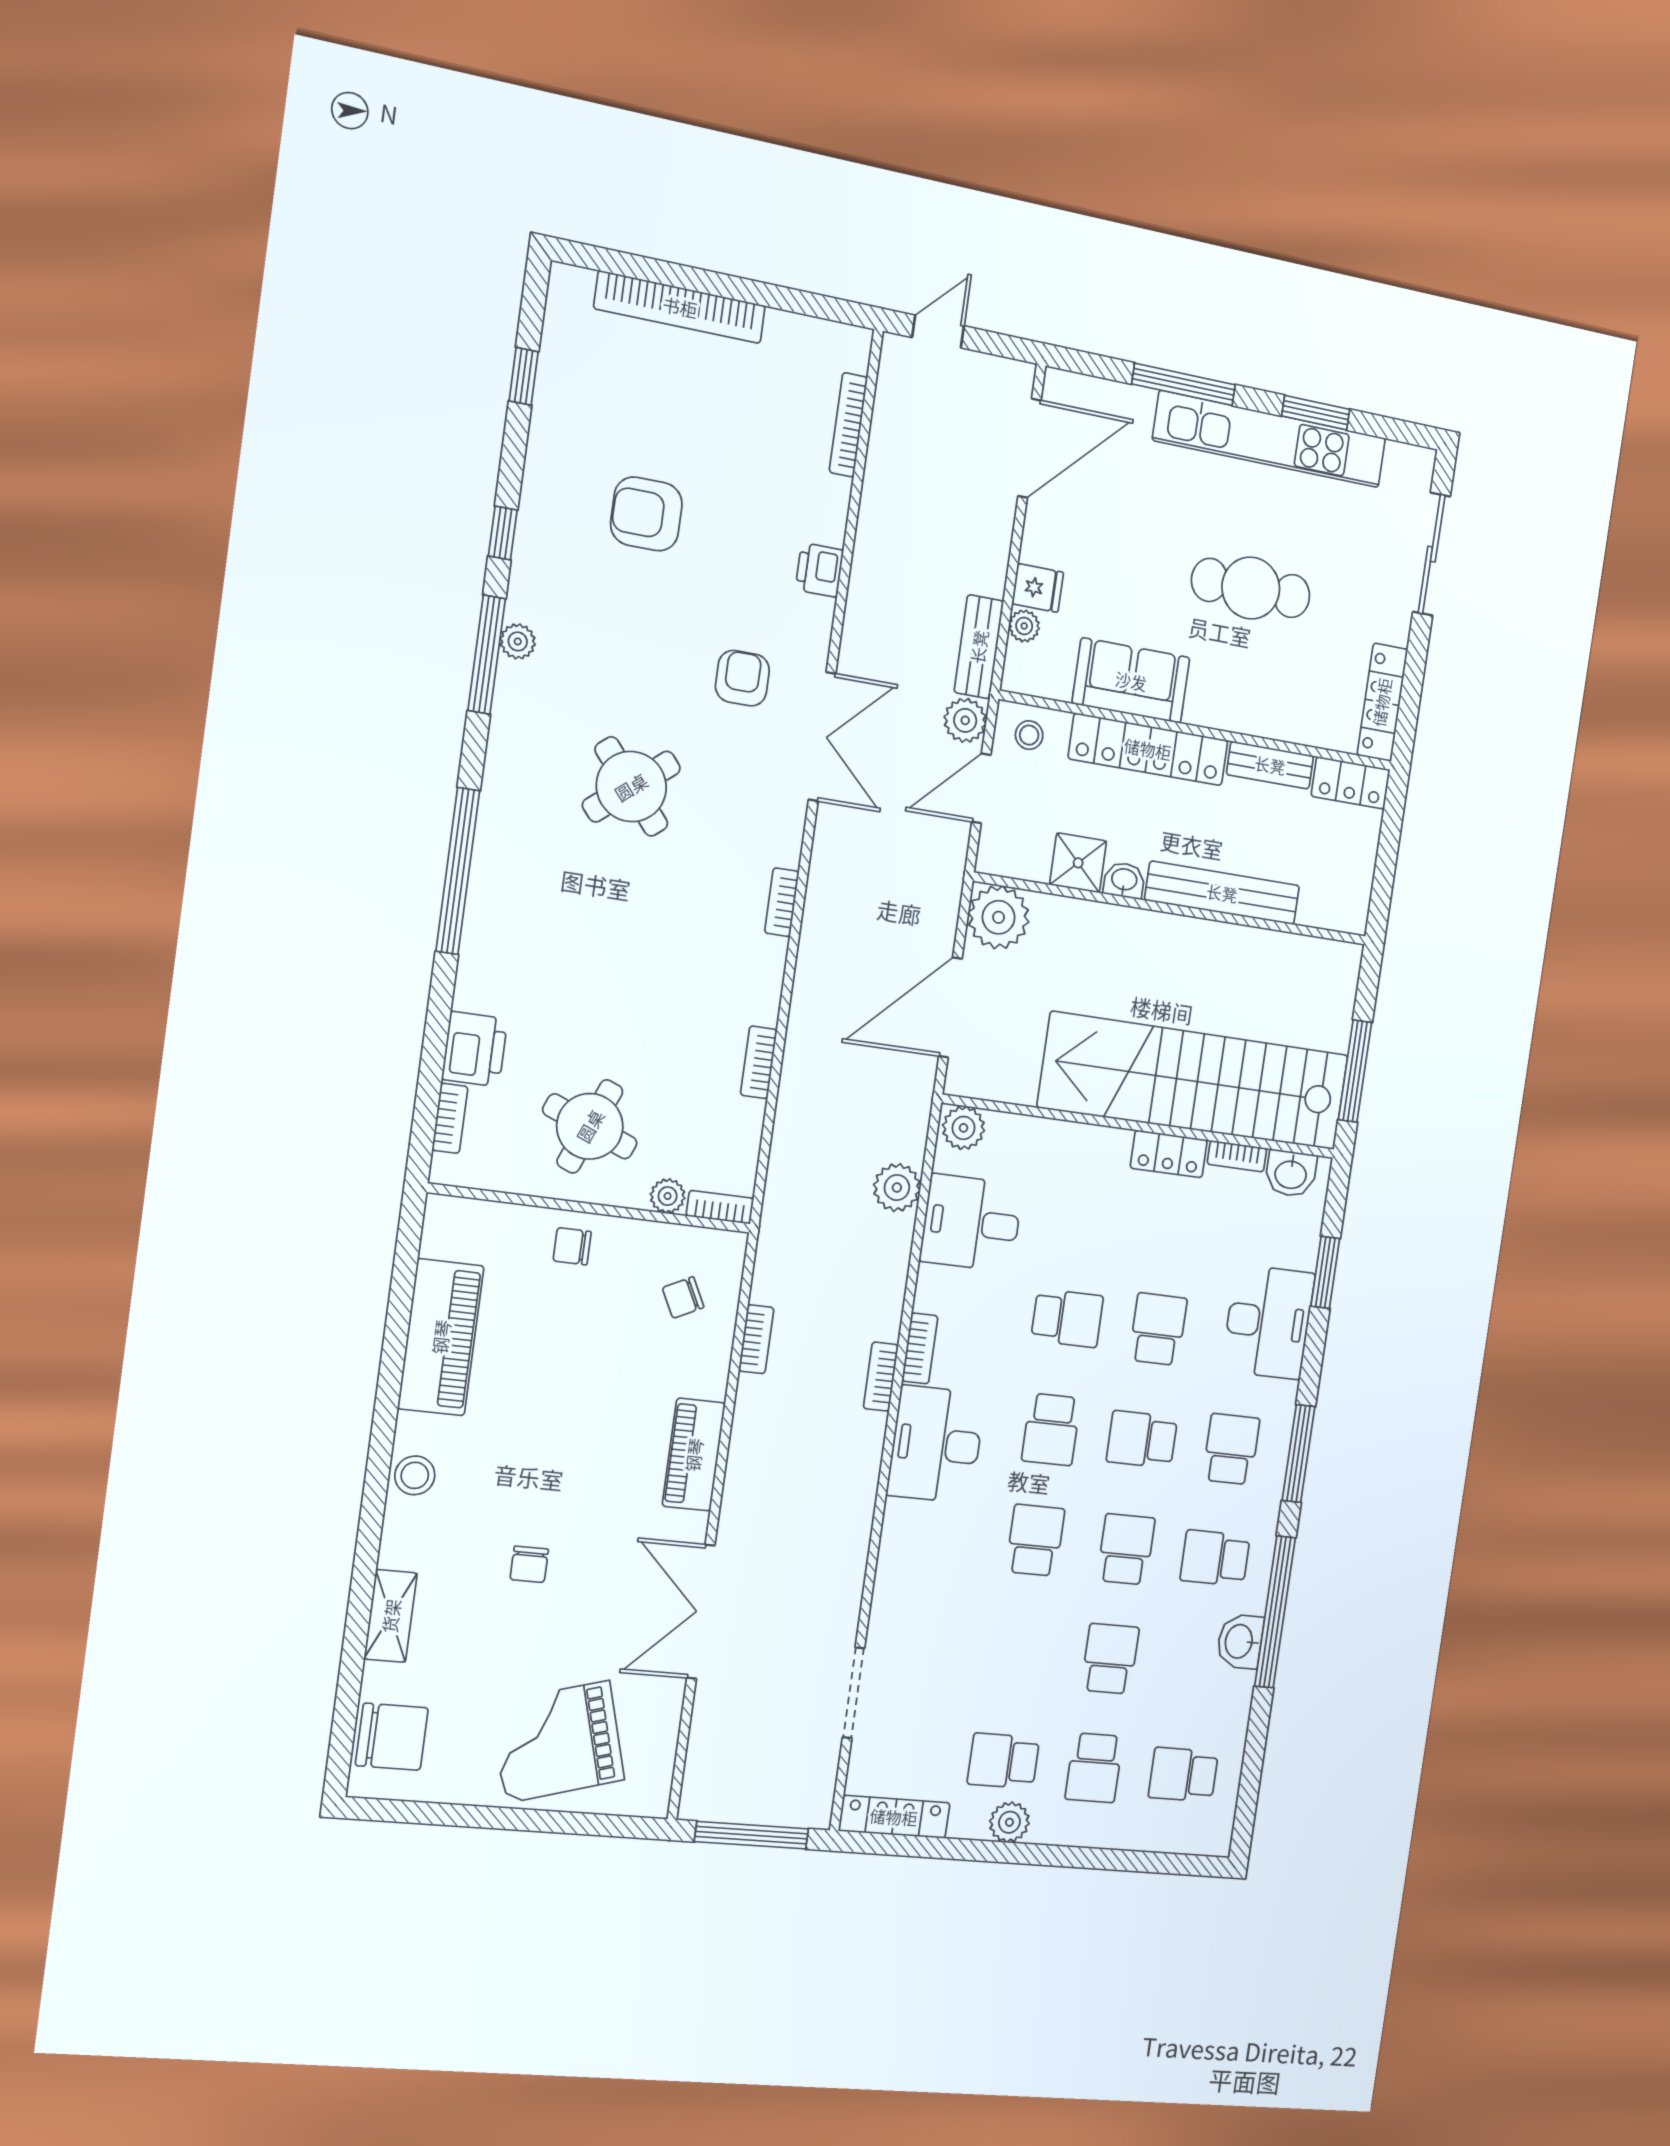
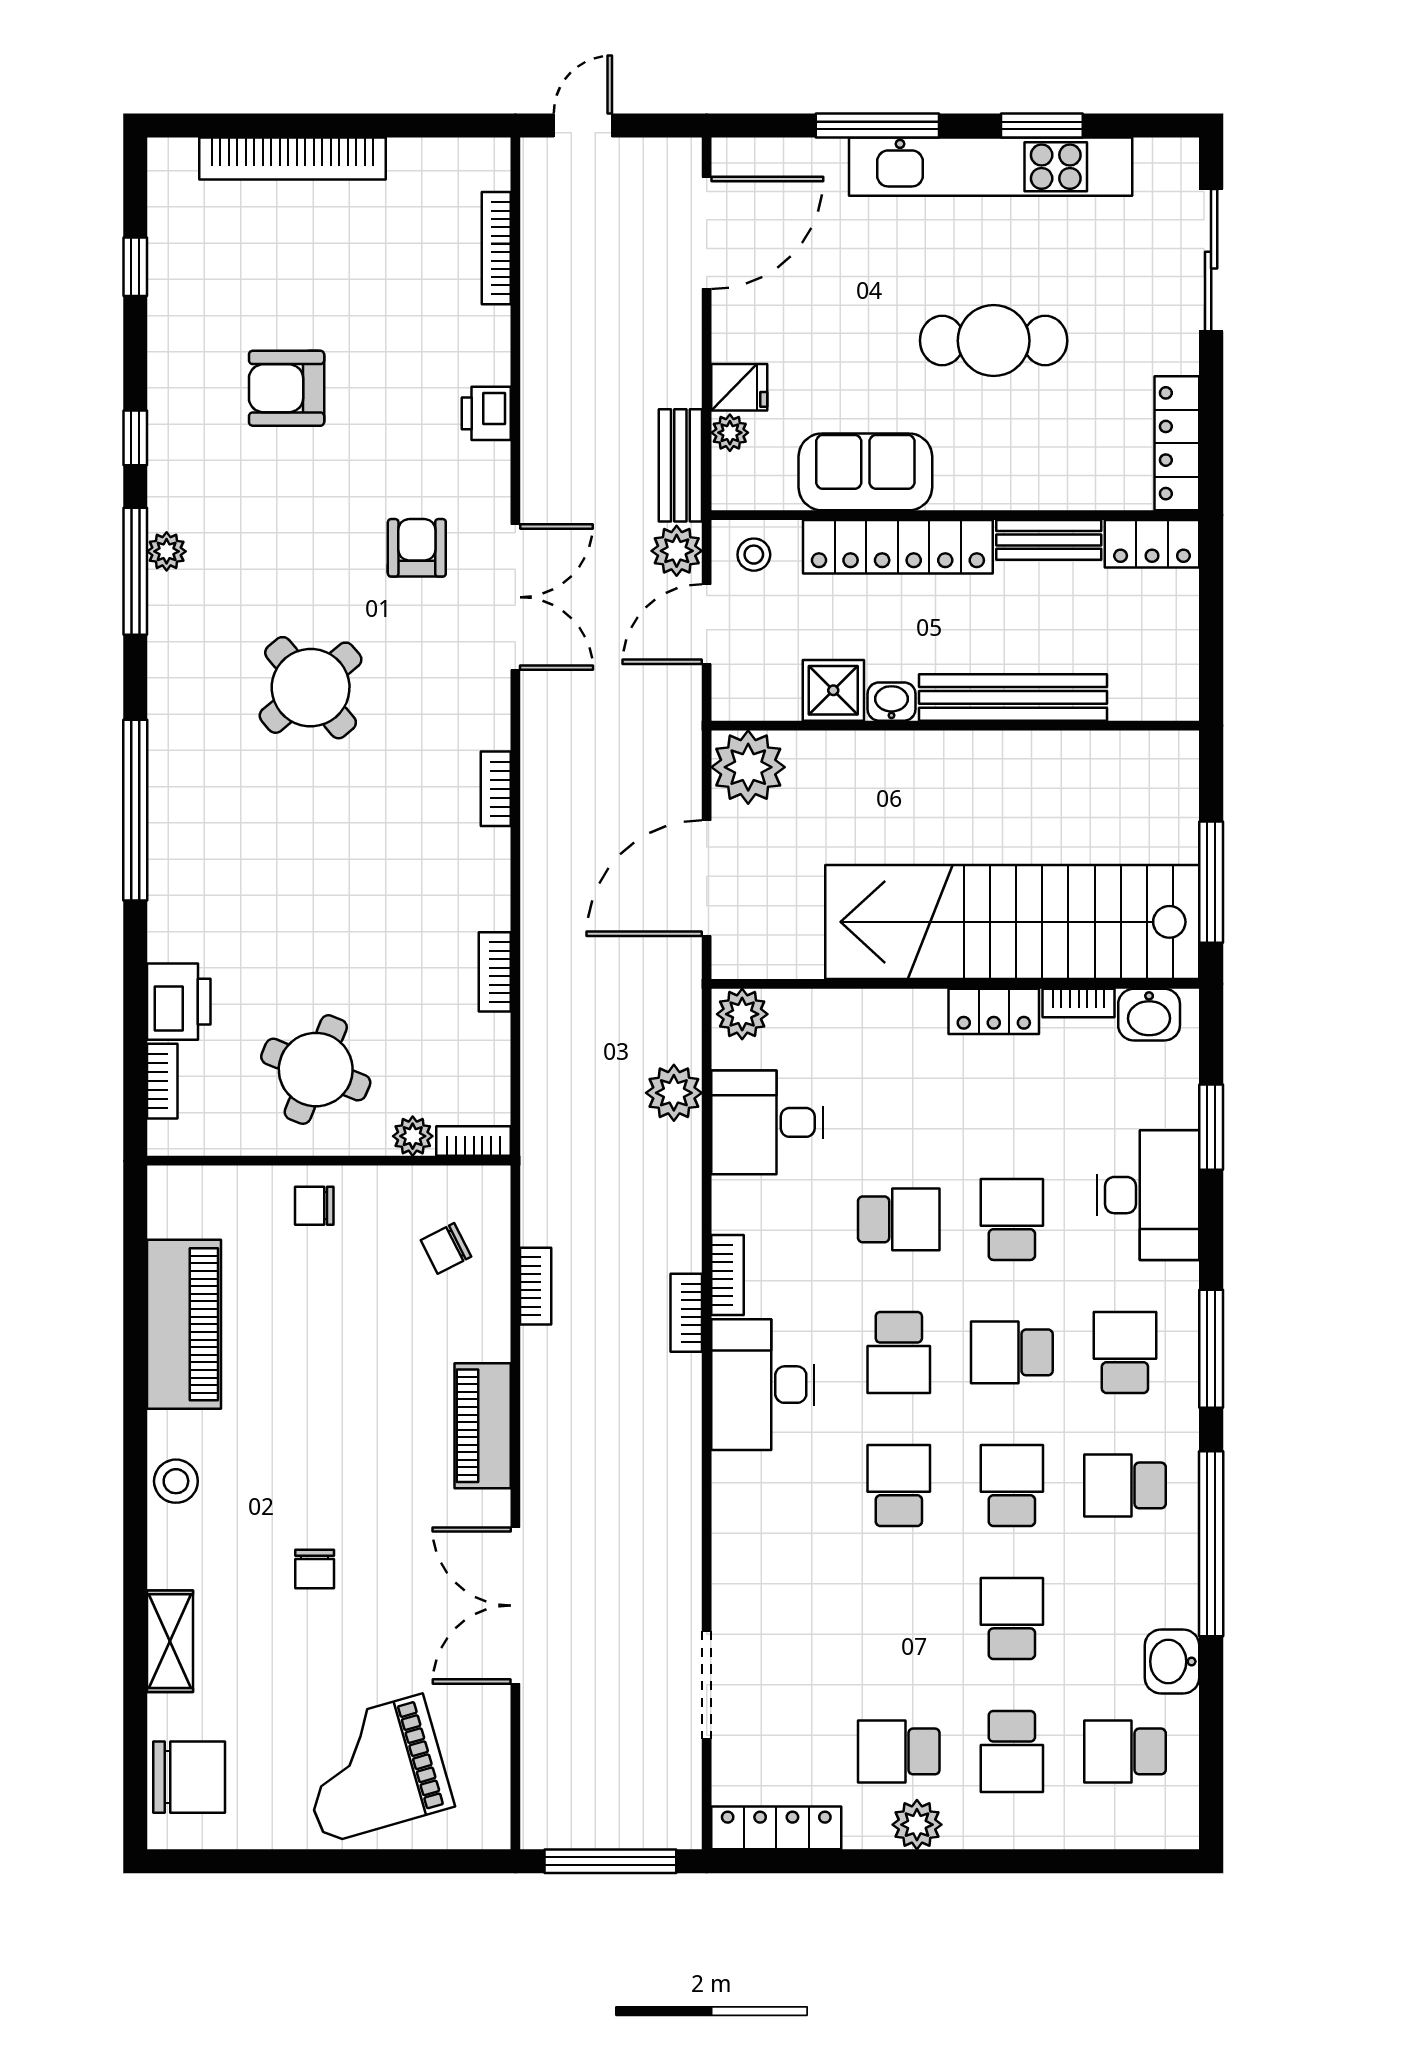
washbasin: (1240, 1641) -> (1172, 1661), moved

